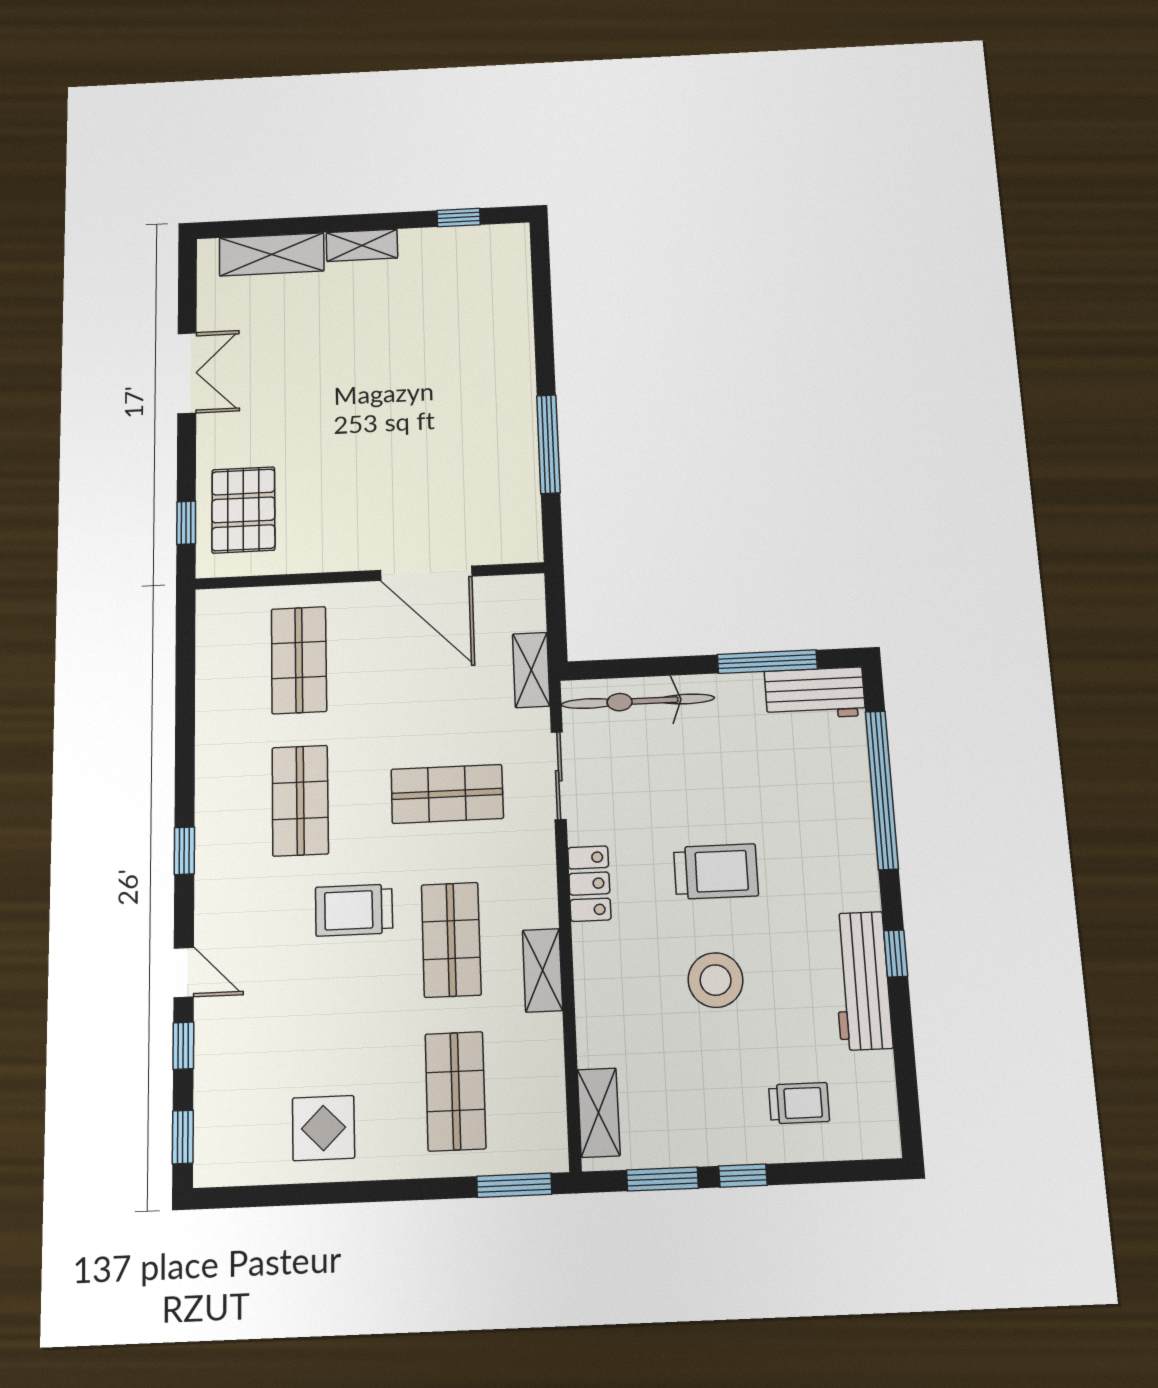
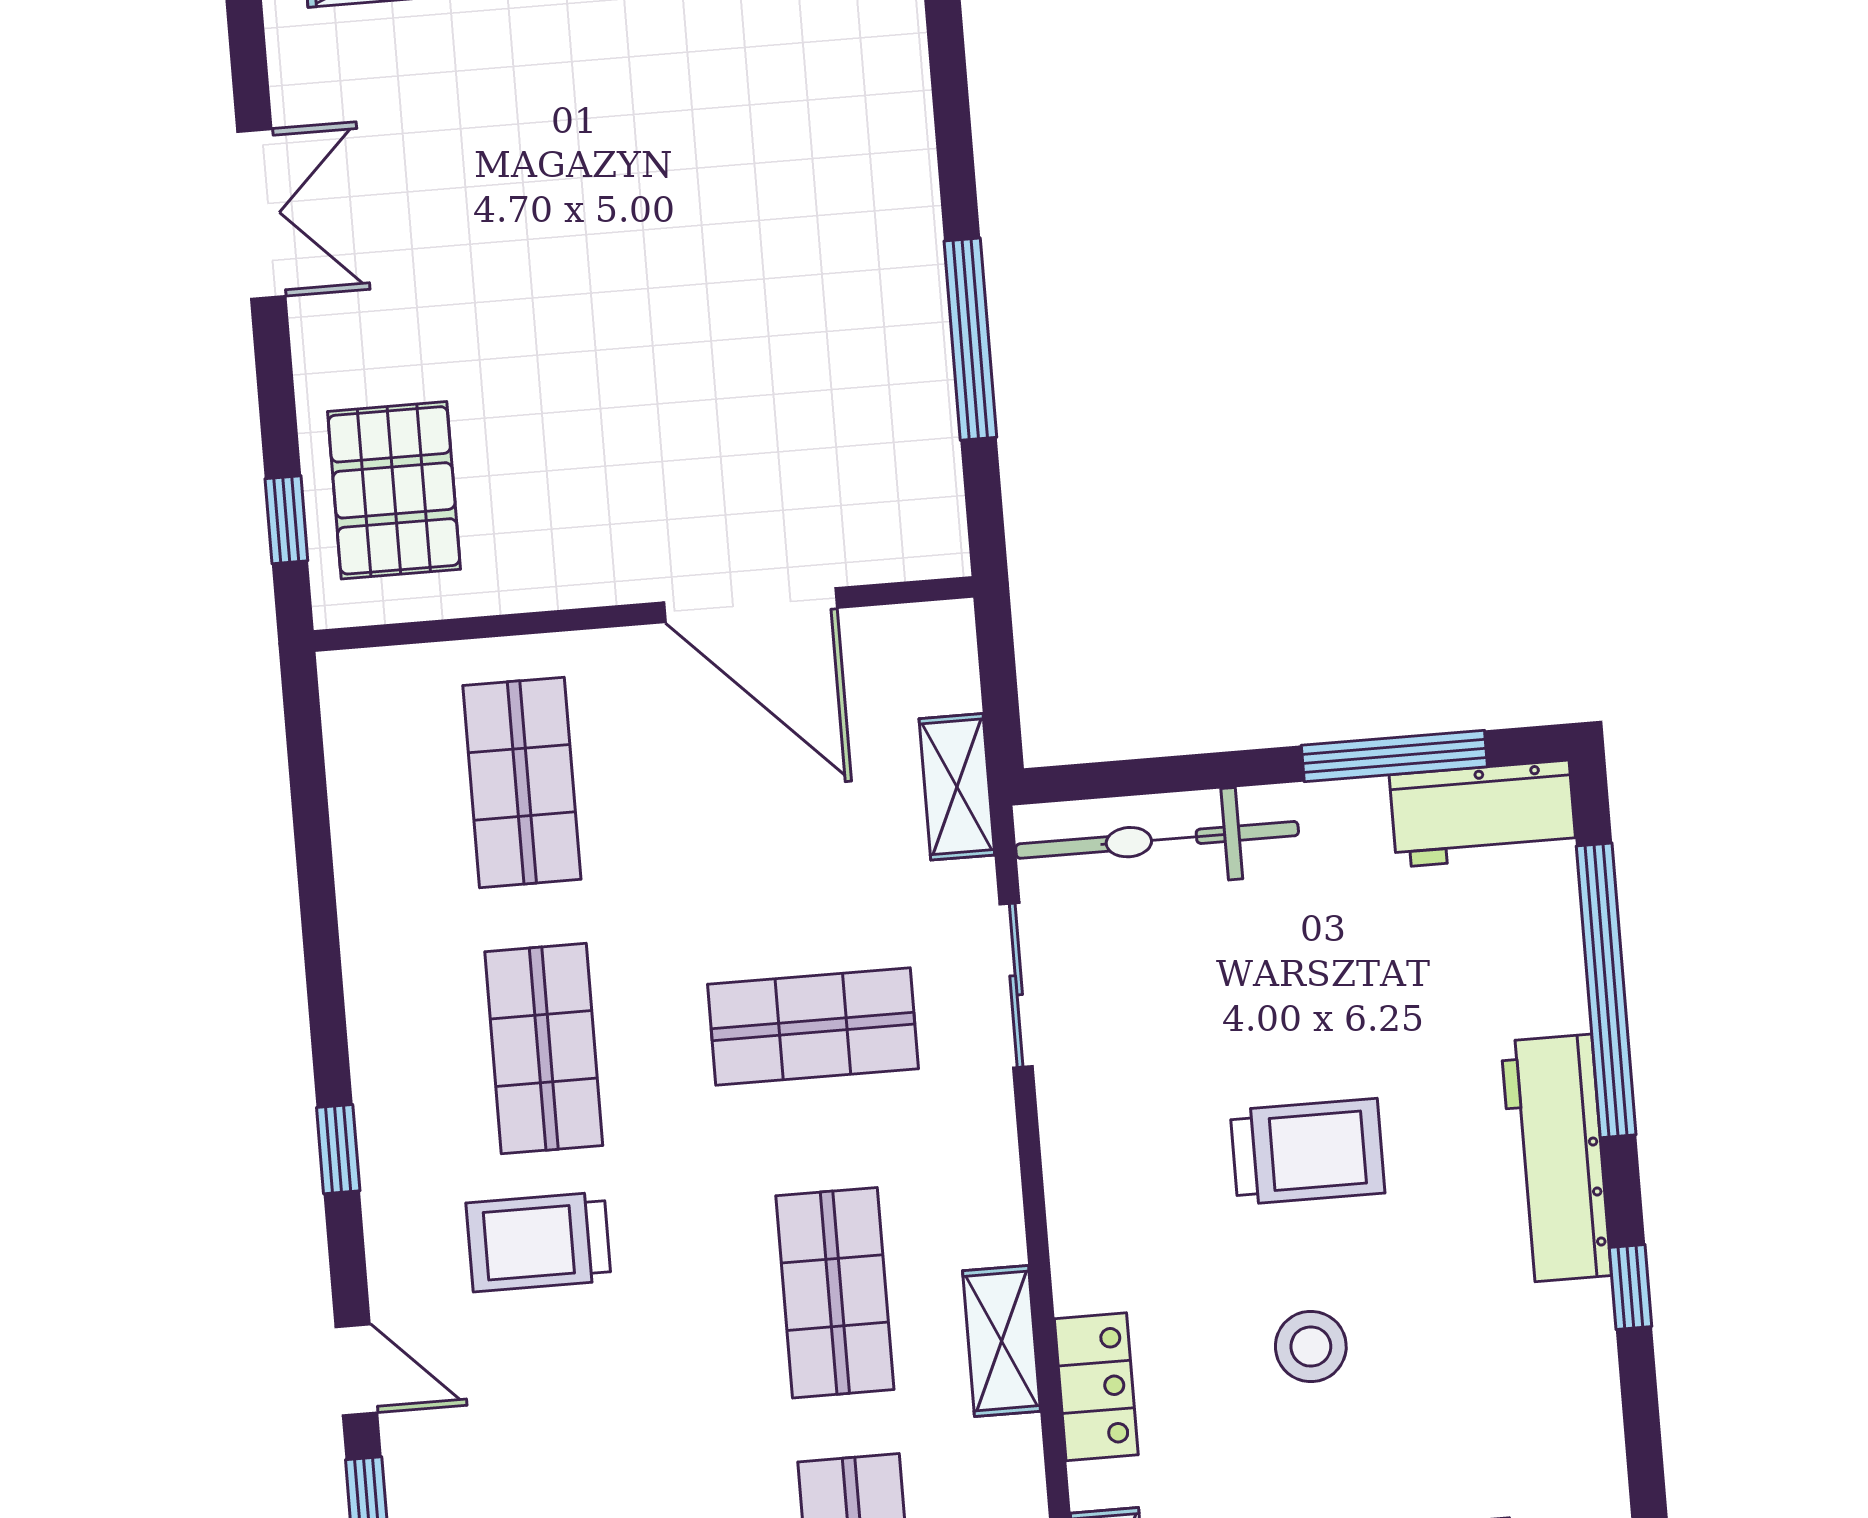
locker: (589, 884) -> (1096, 1387), moved
trolley: (354, 910) -> (539, 1242), moved
stool: (716, 980) -> (1311, 1347), width x0.73, depth x0.73
workbench: (862, 981) -> (1556, 1158), moved

